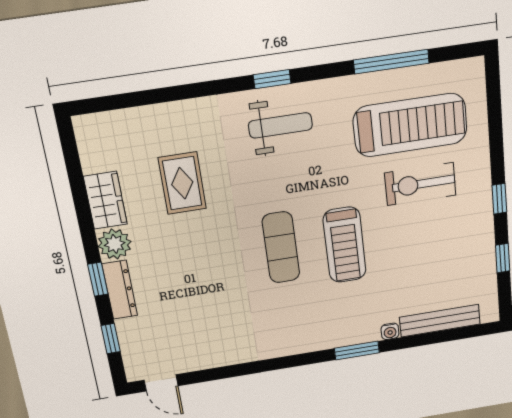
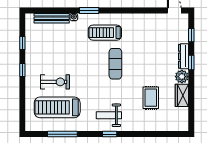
treadmill: (345, 245) -> (105, 33), moved, turned -90

